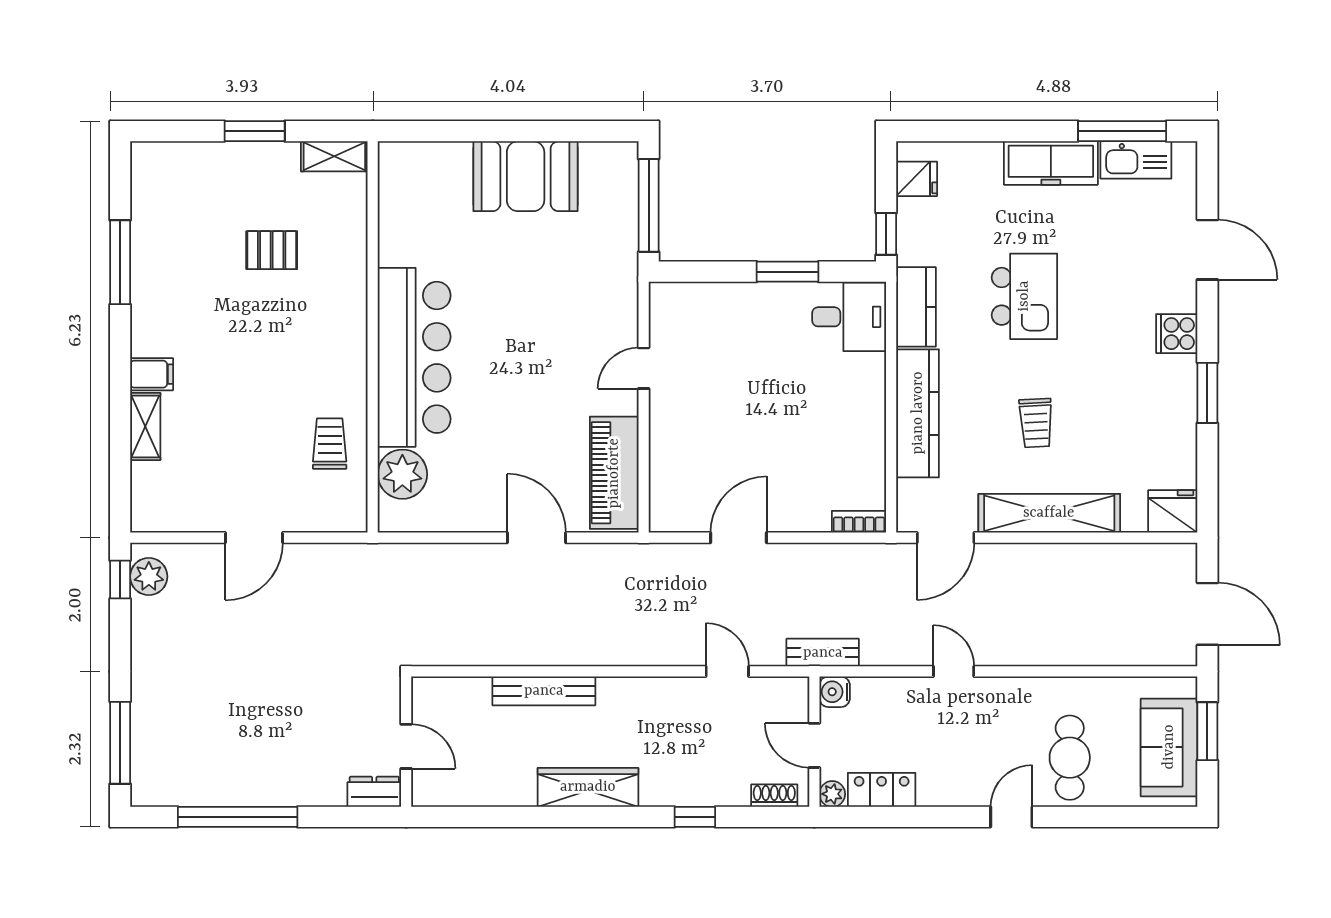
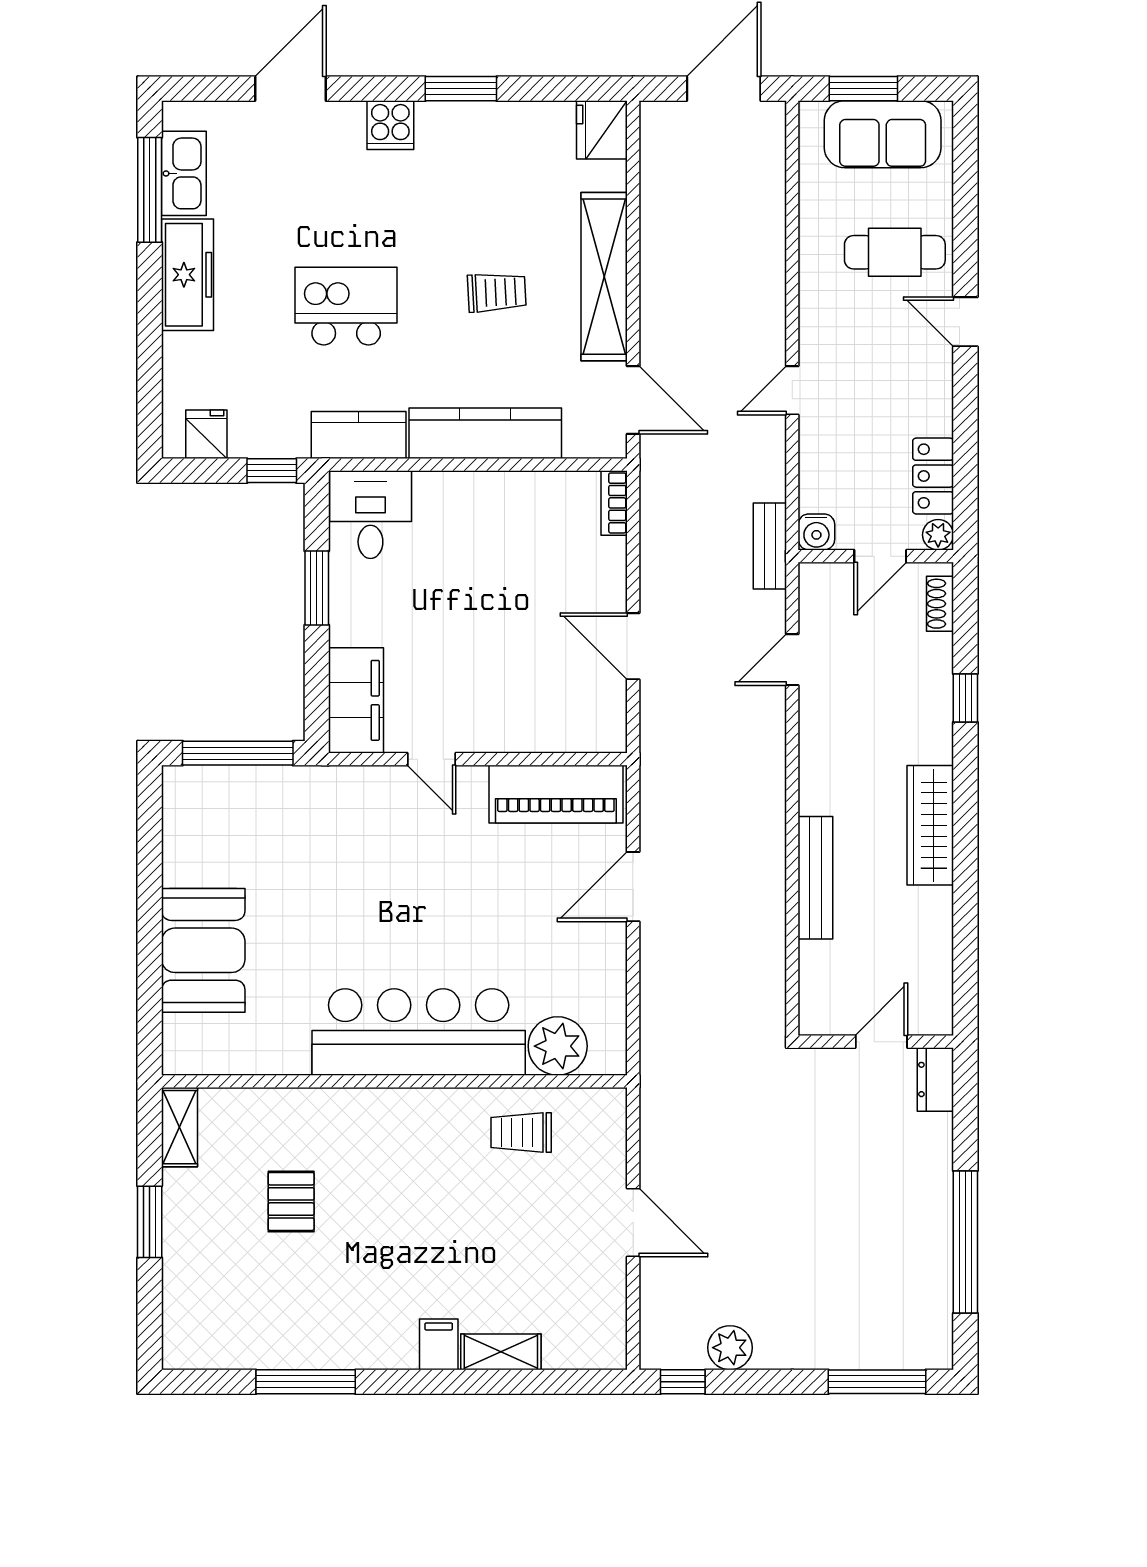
booth: (526, 176) -> (203, 950), moved
filing cabinet: (693, 305) -> (356, 700), added
plant: (149, 577) -> (730, 1348), moved

